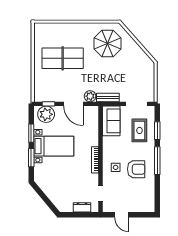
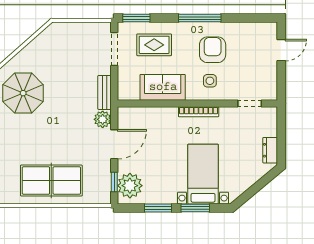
table tennis table: (63, 58) -> (51, 181), moved, turned 90
sofa: (111, 121) -> (163, 87), moved
window: (157, 131) -> (136, 18), moved
bed with nightstands: (54, 146) -> (203, 174), moved
dresser: (82, 207) -> (270, 150), moved
door: (122, 215) -> (281, 50), moved

